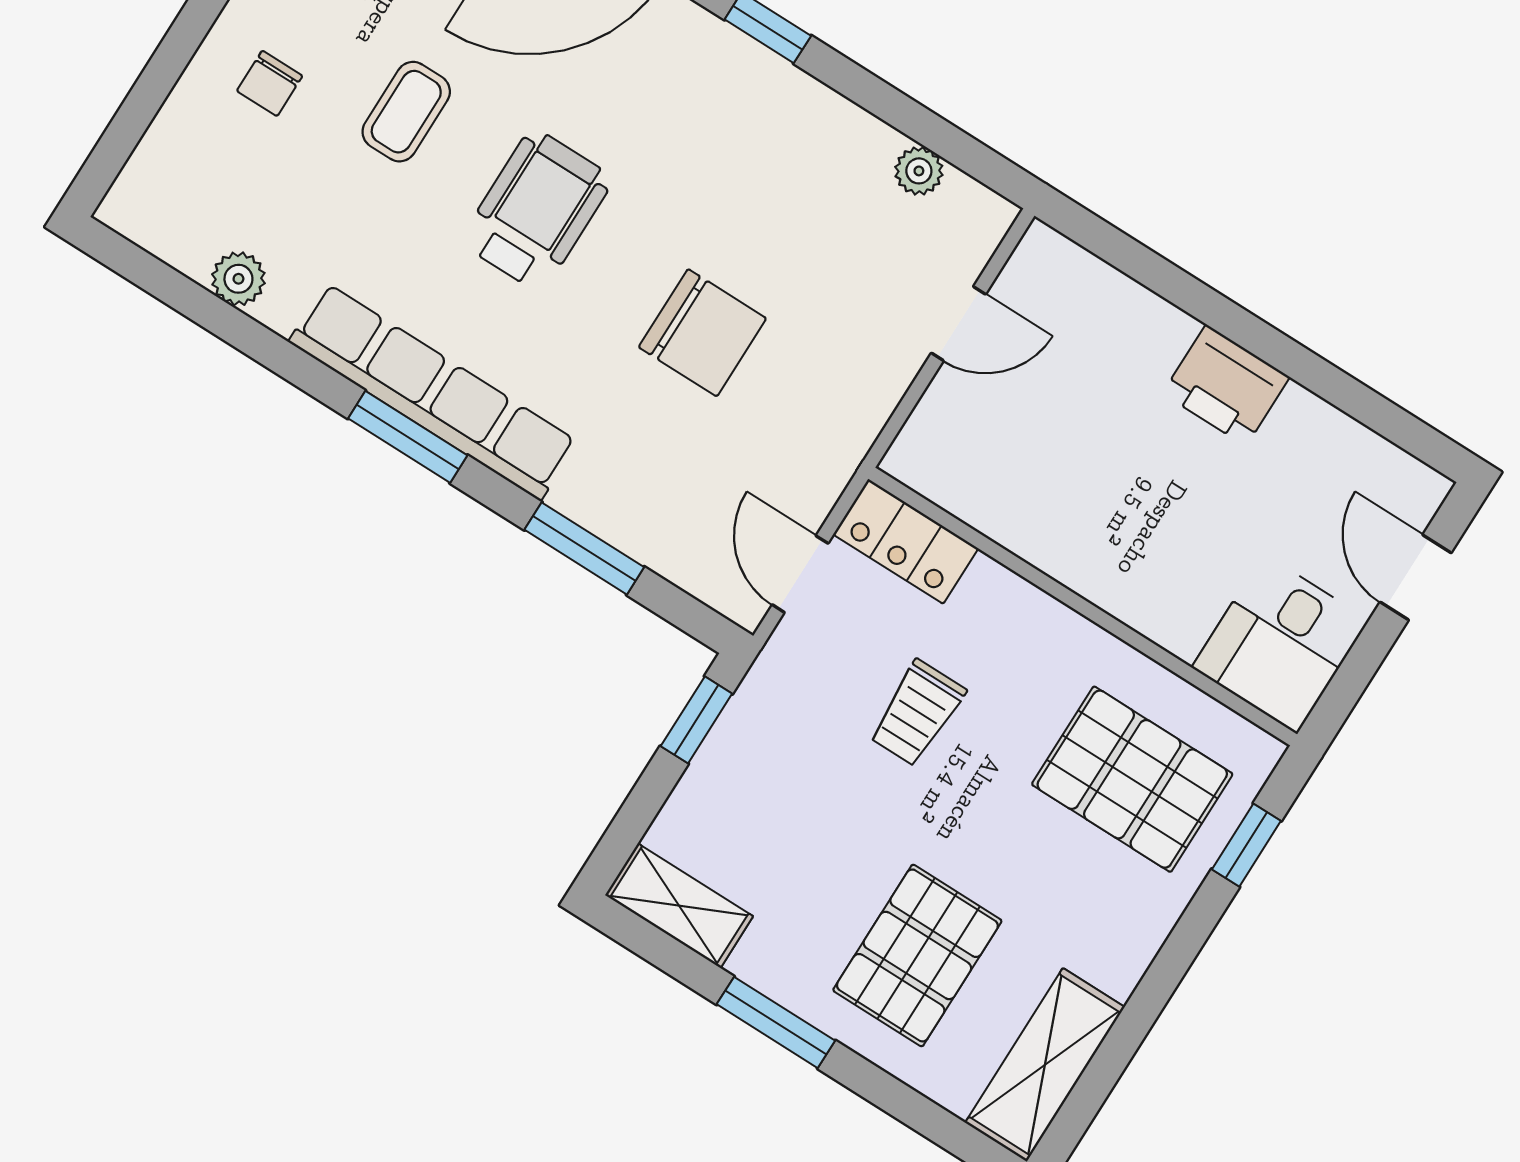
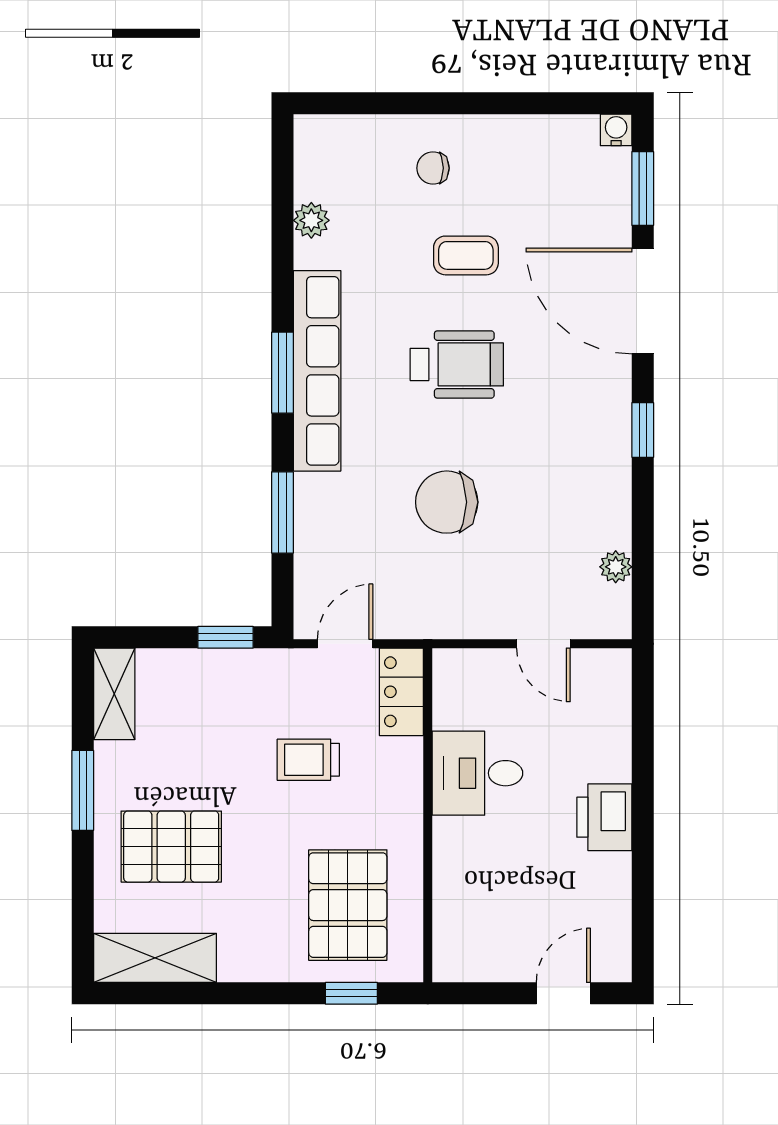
chair: (702, 333) -> (447, 502), turned 90
desk: (1280, 644) -> (477, 773), moved

